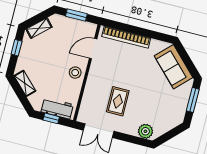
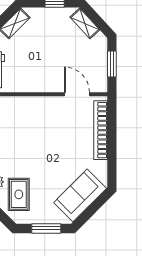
stool: (75, 73) -> (43, 80), removed
rug: (118, 101) -> (19, 194), moved, turned 90

